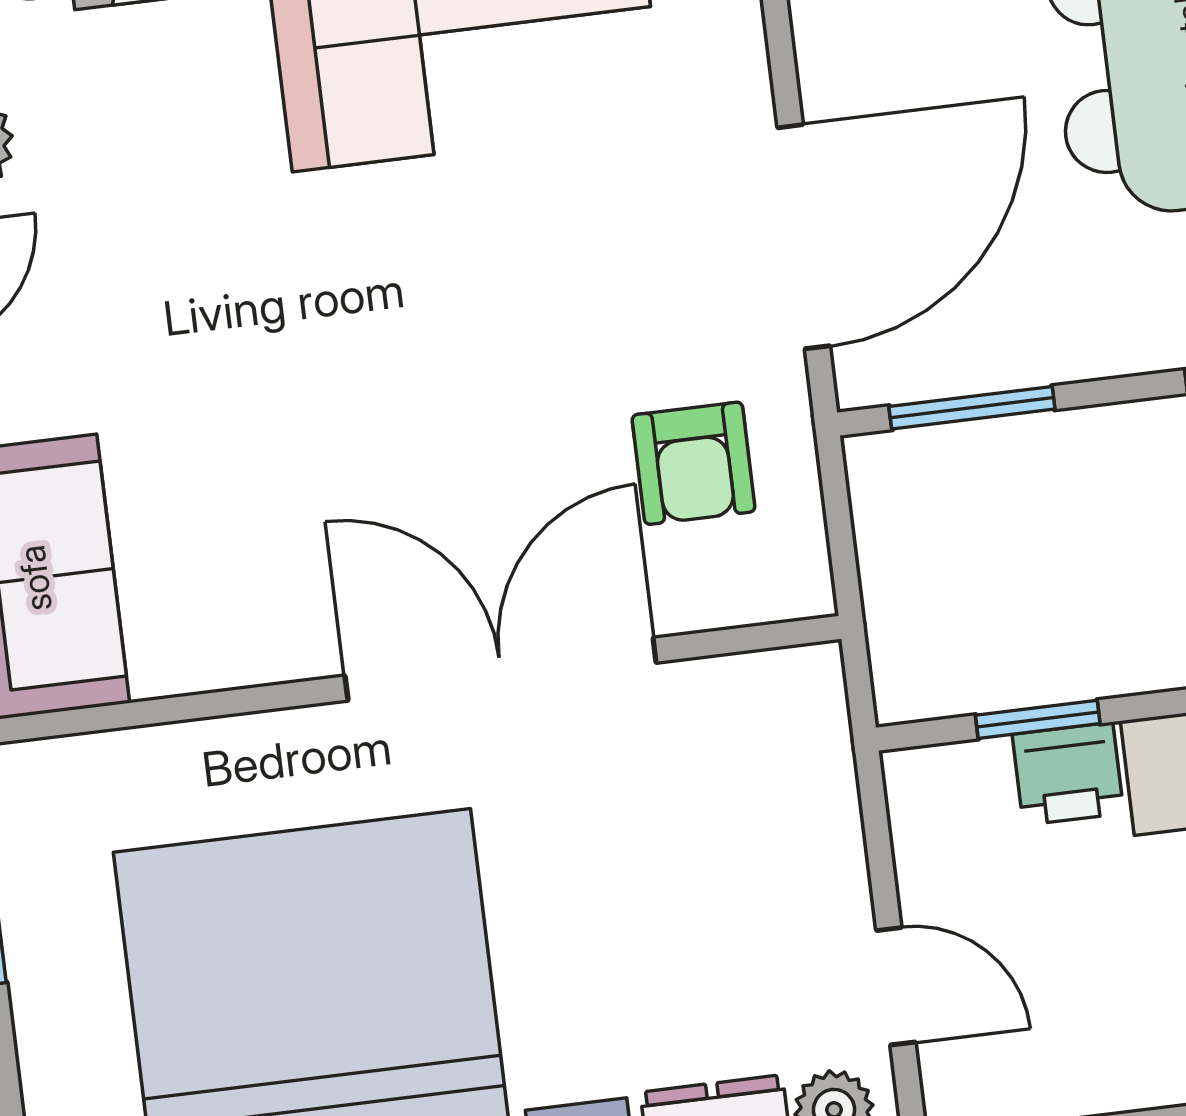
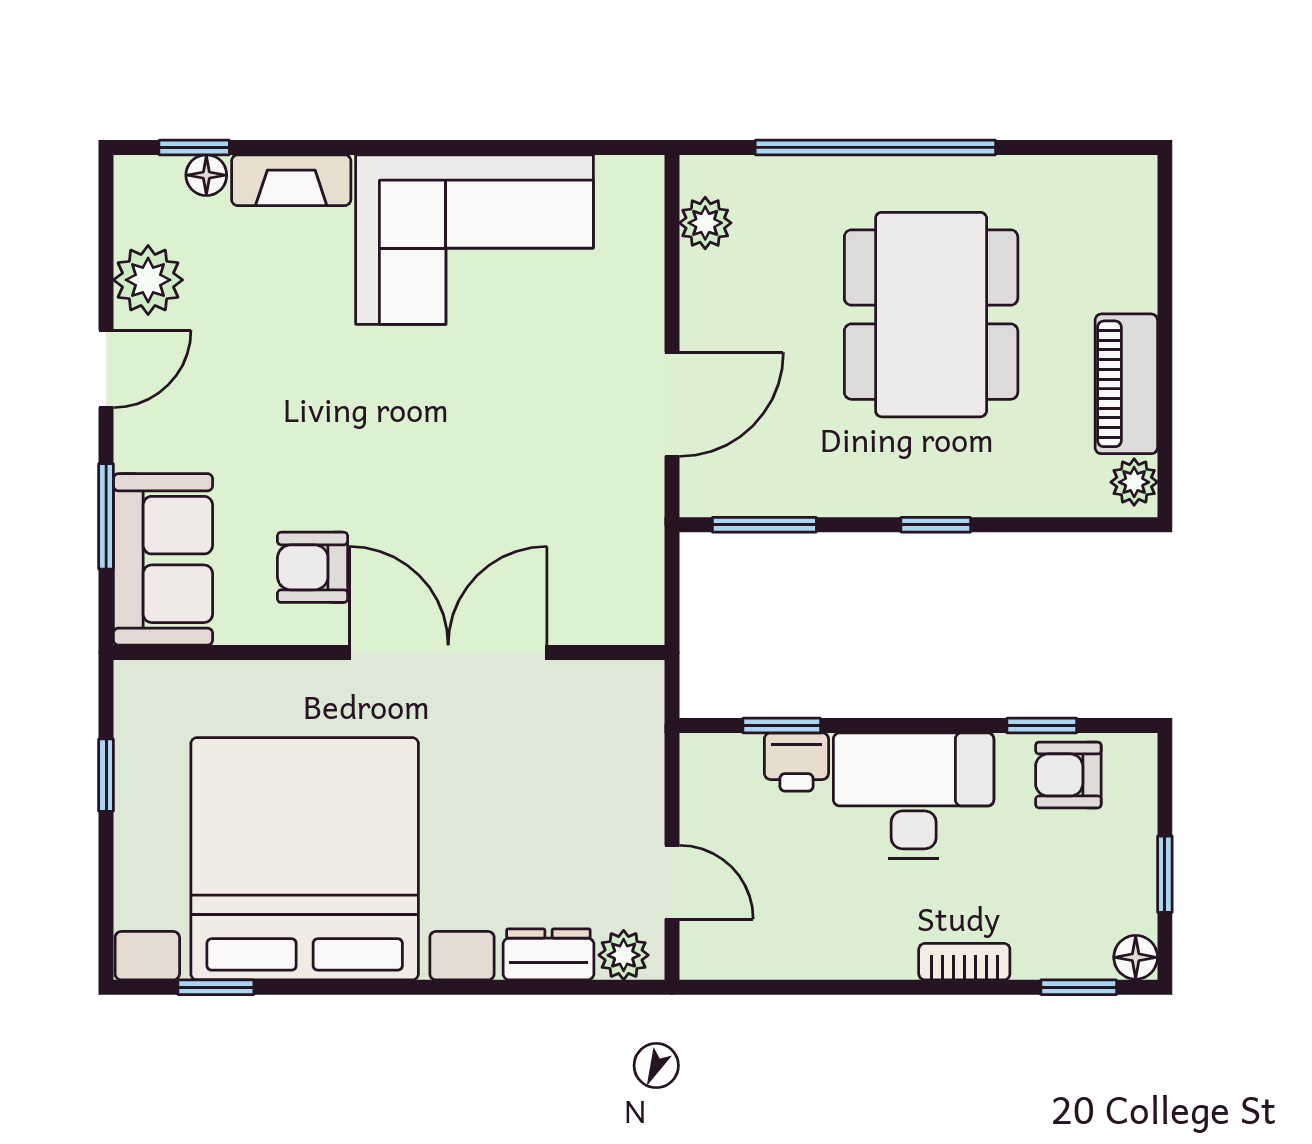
door: (804, 237) -> (672, 404), width x0.73
armchair: (693, 463) -> (313, 567), moved, turned 90

